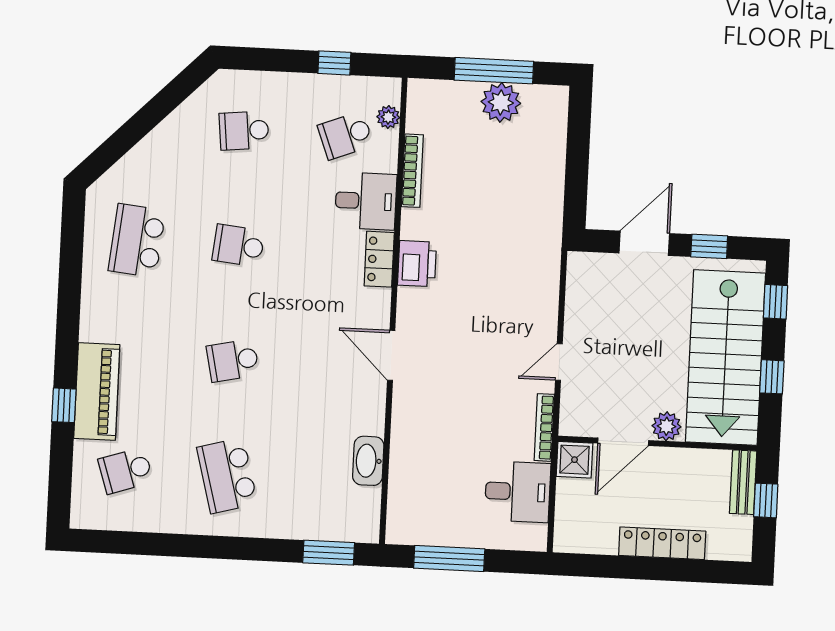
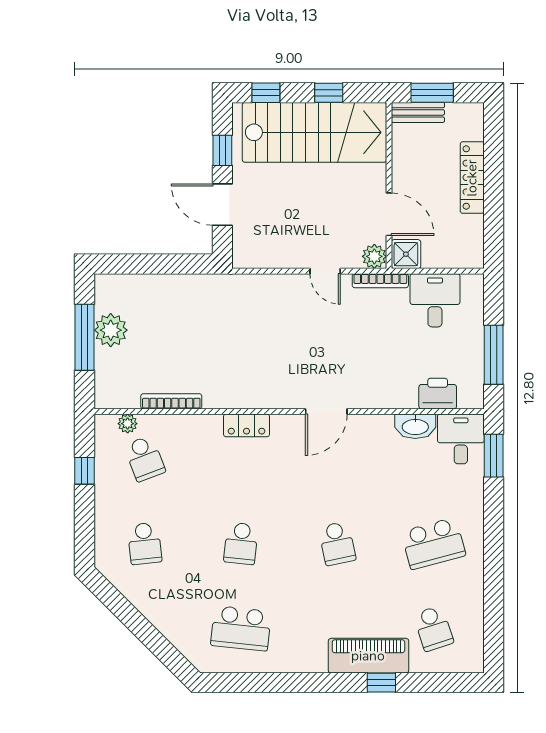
desk: (366, 201) -> (461, 439), moved
printer: (417, 264) -> (438, 394), moved
plant: (667, 426) -> (374, 256), moved
window: (766, 500) -> (432, 93), width x1.50

